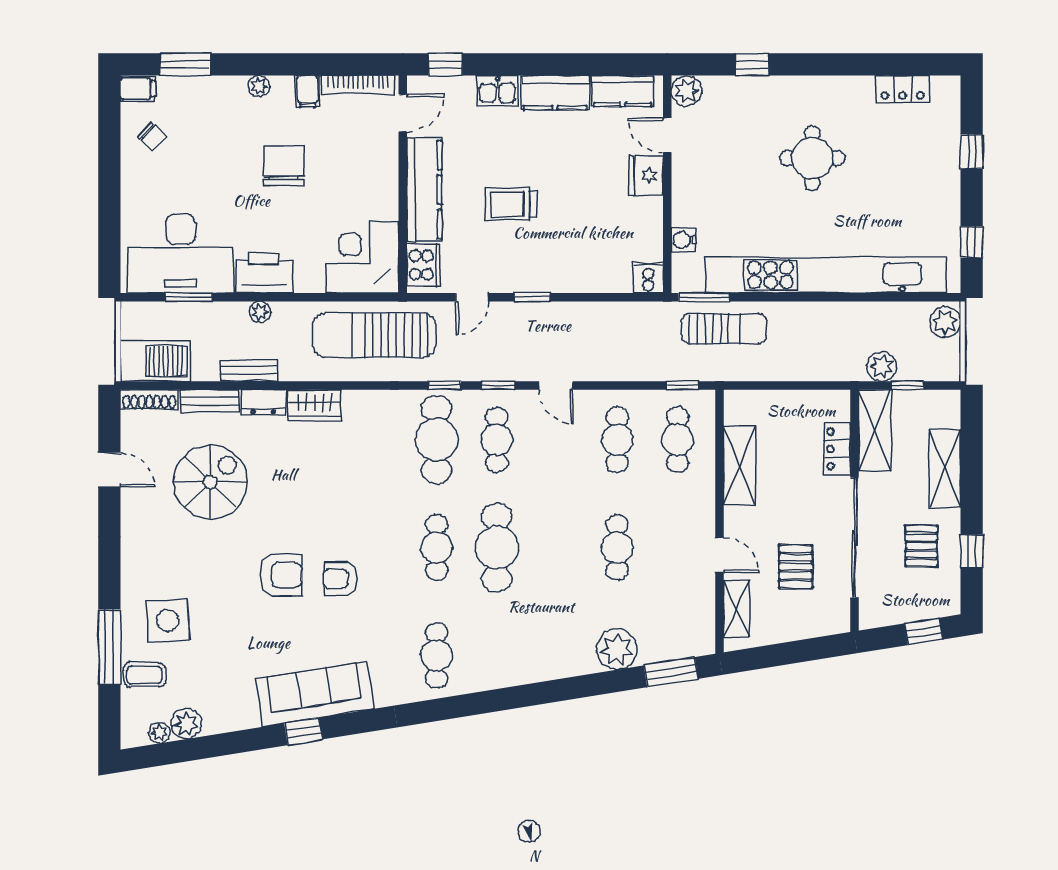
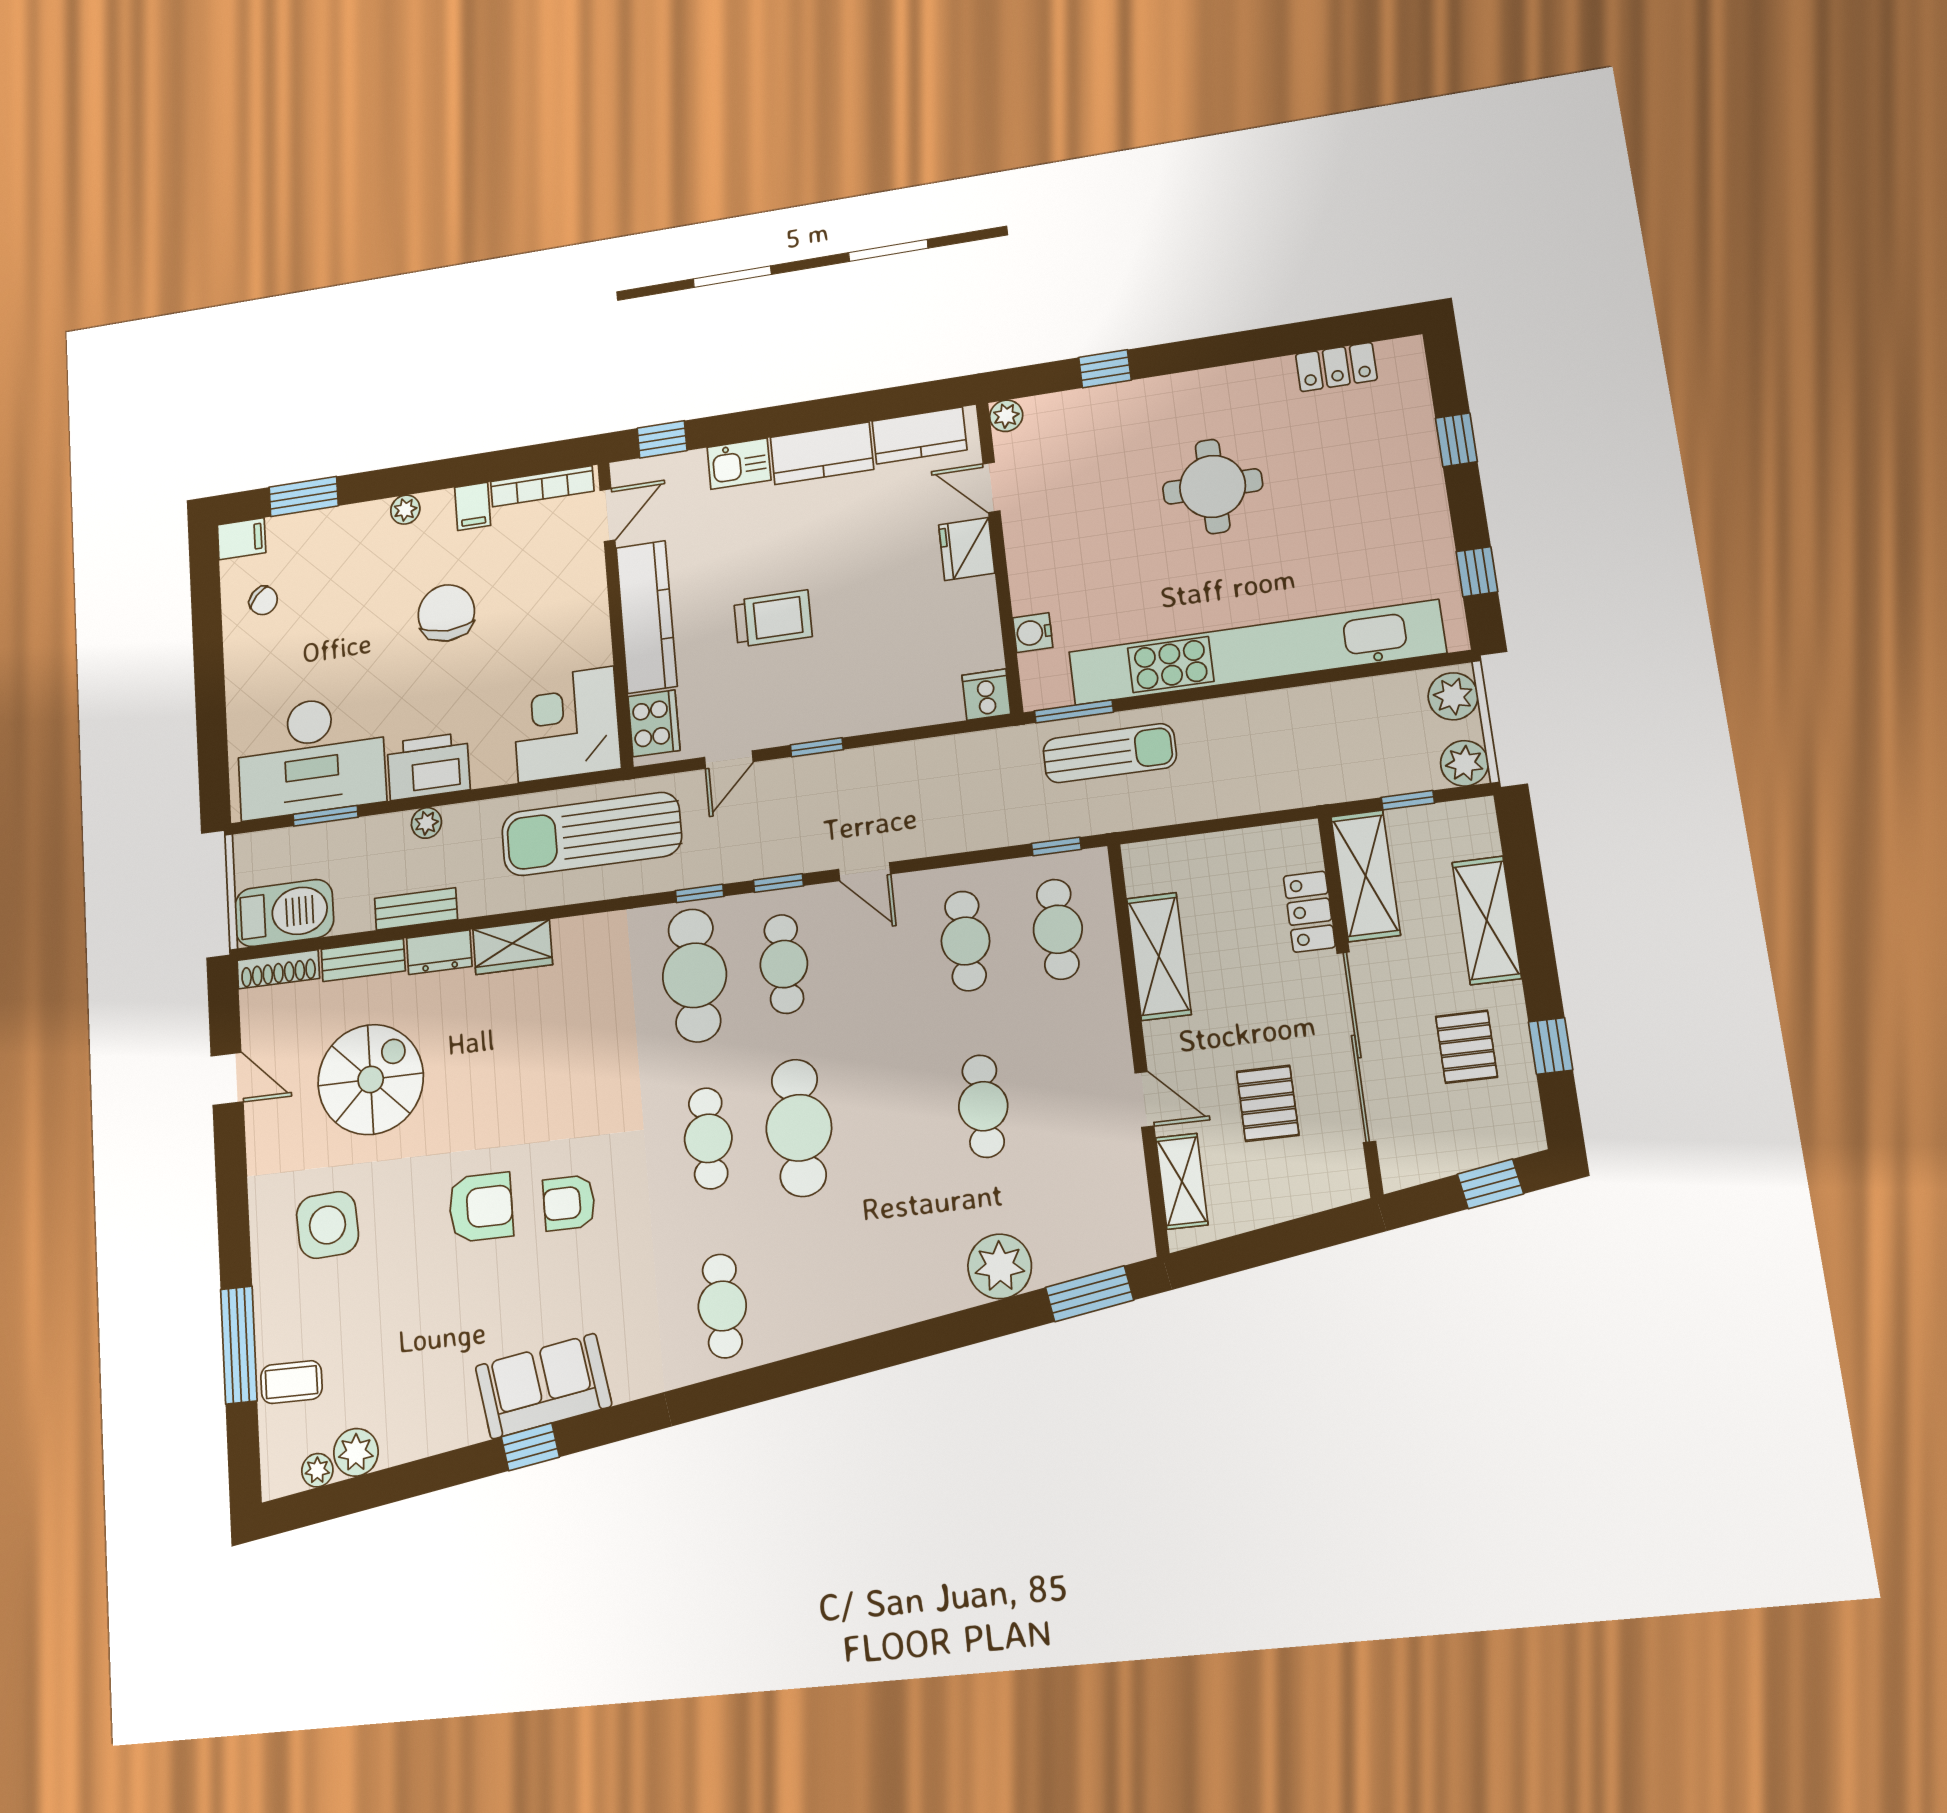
plant: (687, 91) -> (1006, 416), width x0.73, depth x0.73
trolley: (511, 204) -> (773, 619), turned 180
plant: (882, 366) -> (1464, 763), moved
side table: (168, 620) -> (327, 1225), moved
sofa: (315, 694) -> (543, 1386), width x0.73

